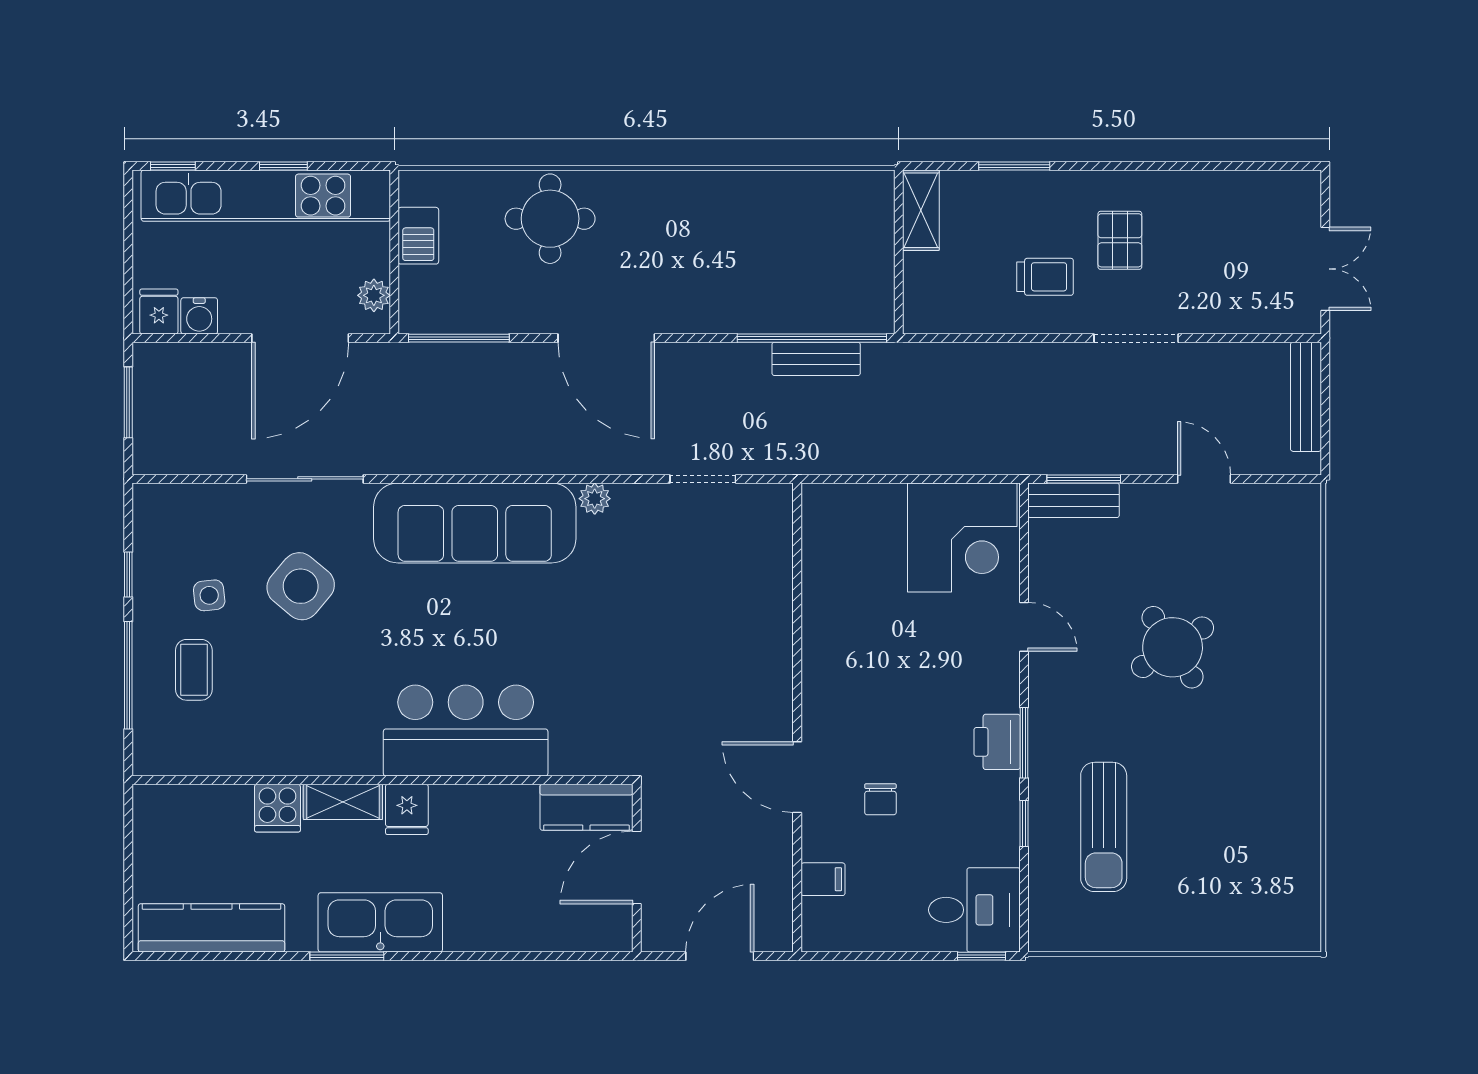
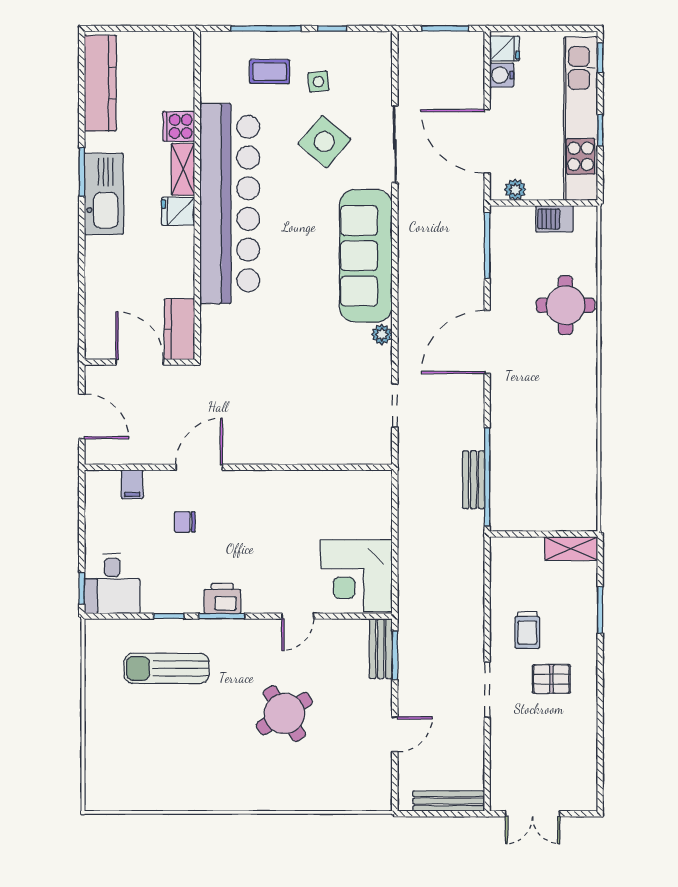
bar counter: (466, 731) -> (230, 204), width x1.86

